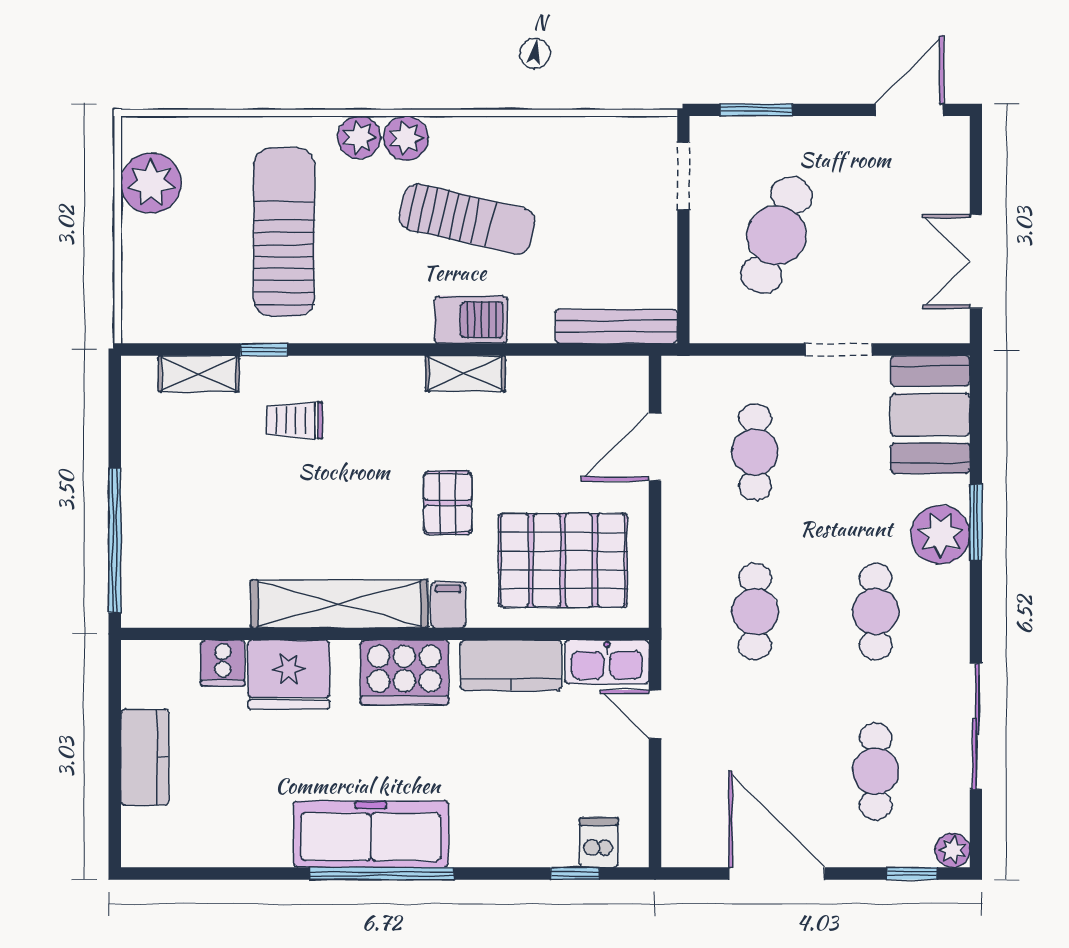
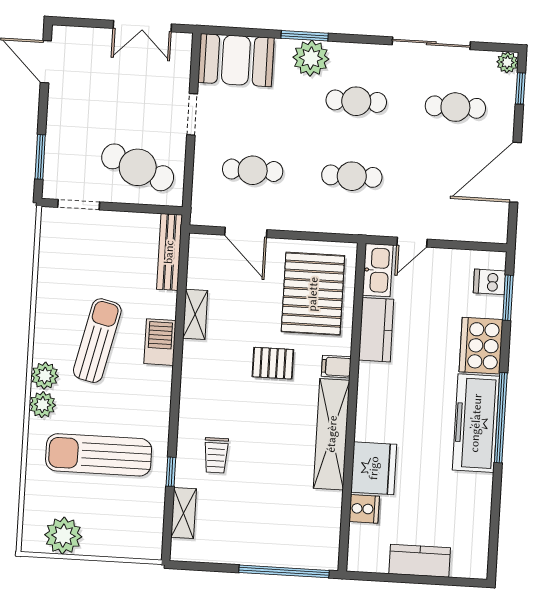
cafe table: (776, 235) -> (138, 167), moved
shelving: (465, 373) -> (195, 314), moved
cooker: (404, 672) -> (481, 346), moved, turned 180
window: (575, 874) -> (508, 298), width x1.50

